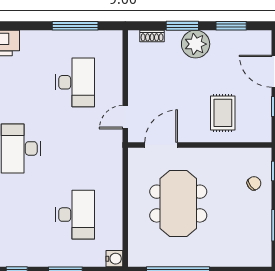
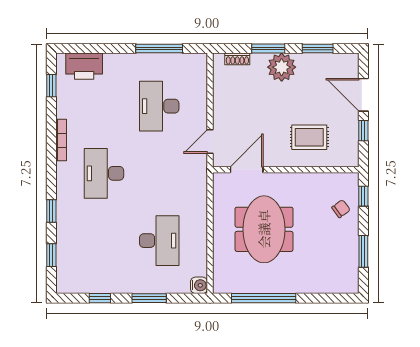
desk: (75, 82) -> (159, 106), turned 180
rug: (223, 113) -> (309, 137), turned 90

